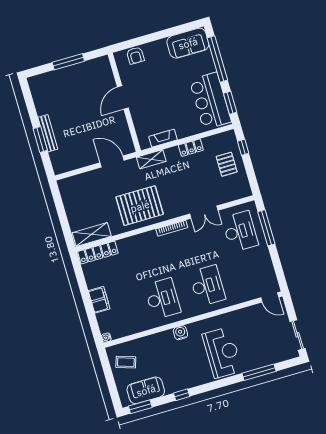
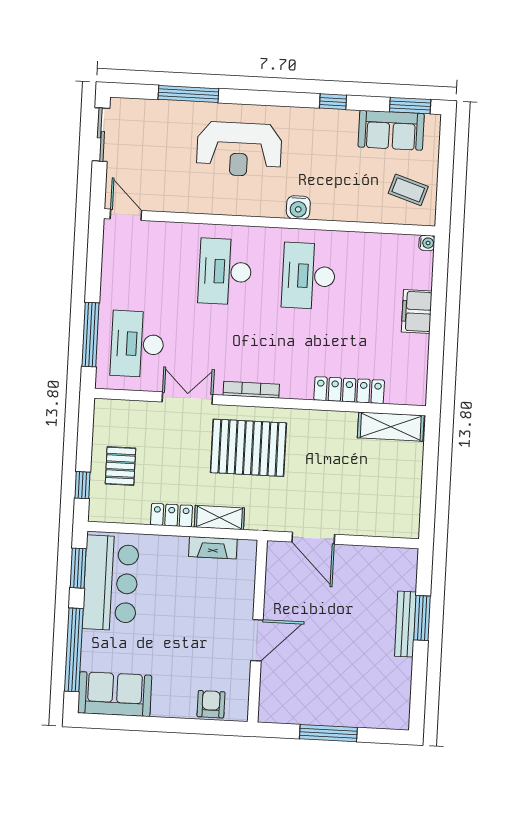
shelving: (151, 159) -> (219, 518), moved
pallet: (140, 206) -> (248, 448), moved
locker: (98, 252) -> (349, 390), moved
reception desk: (222, 353) -> (239, 149), turned -90

